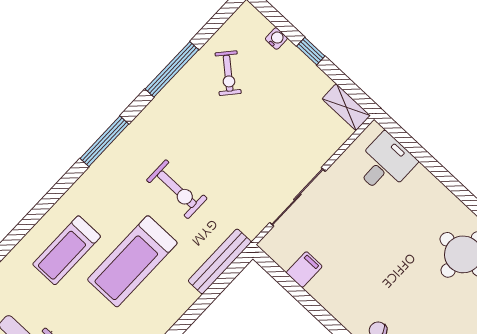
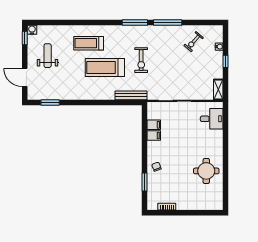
window: (172, 69) -> (168, 23), moved
filing cabinet: (322, 286) -> (154, 135), added

